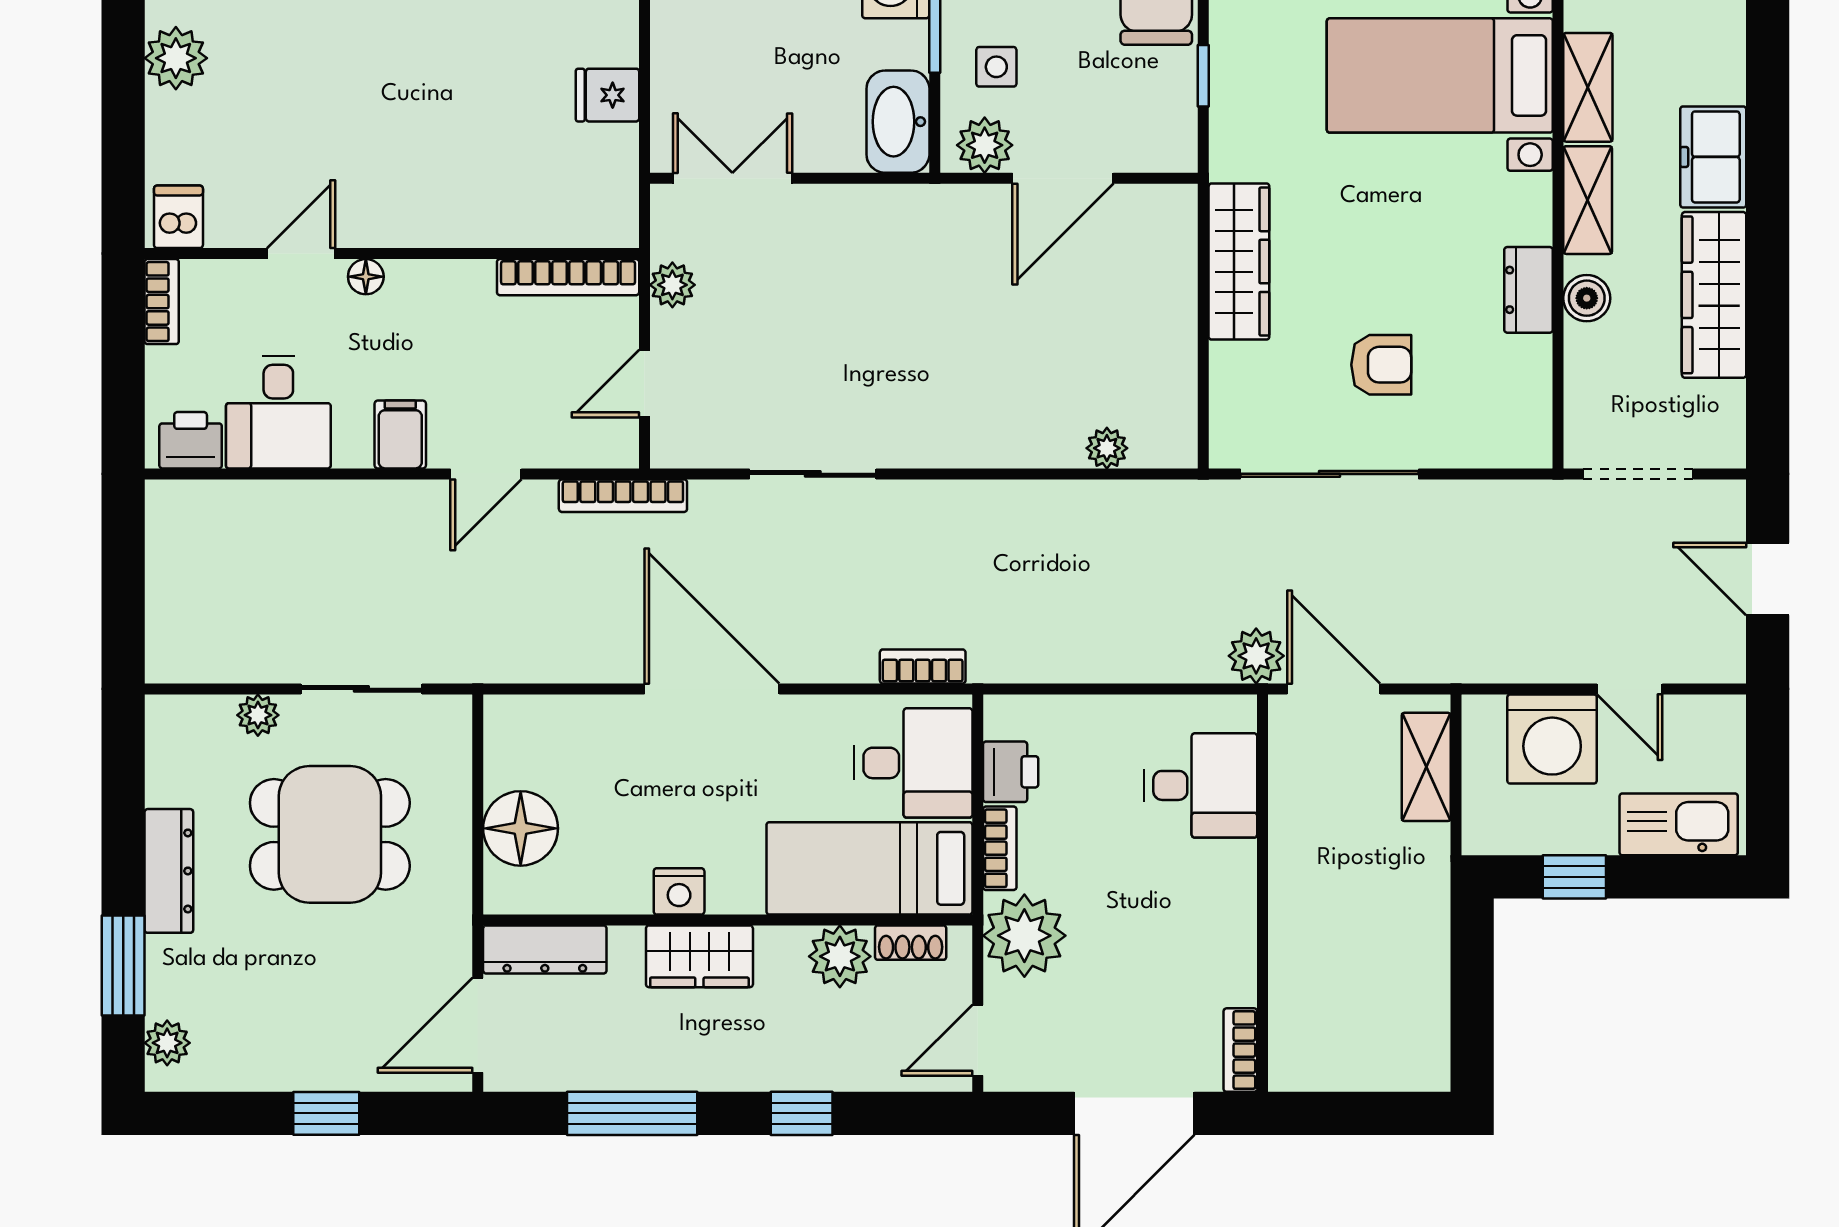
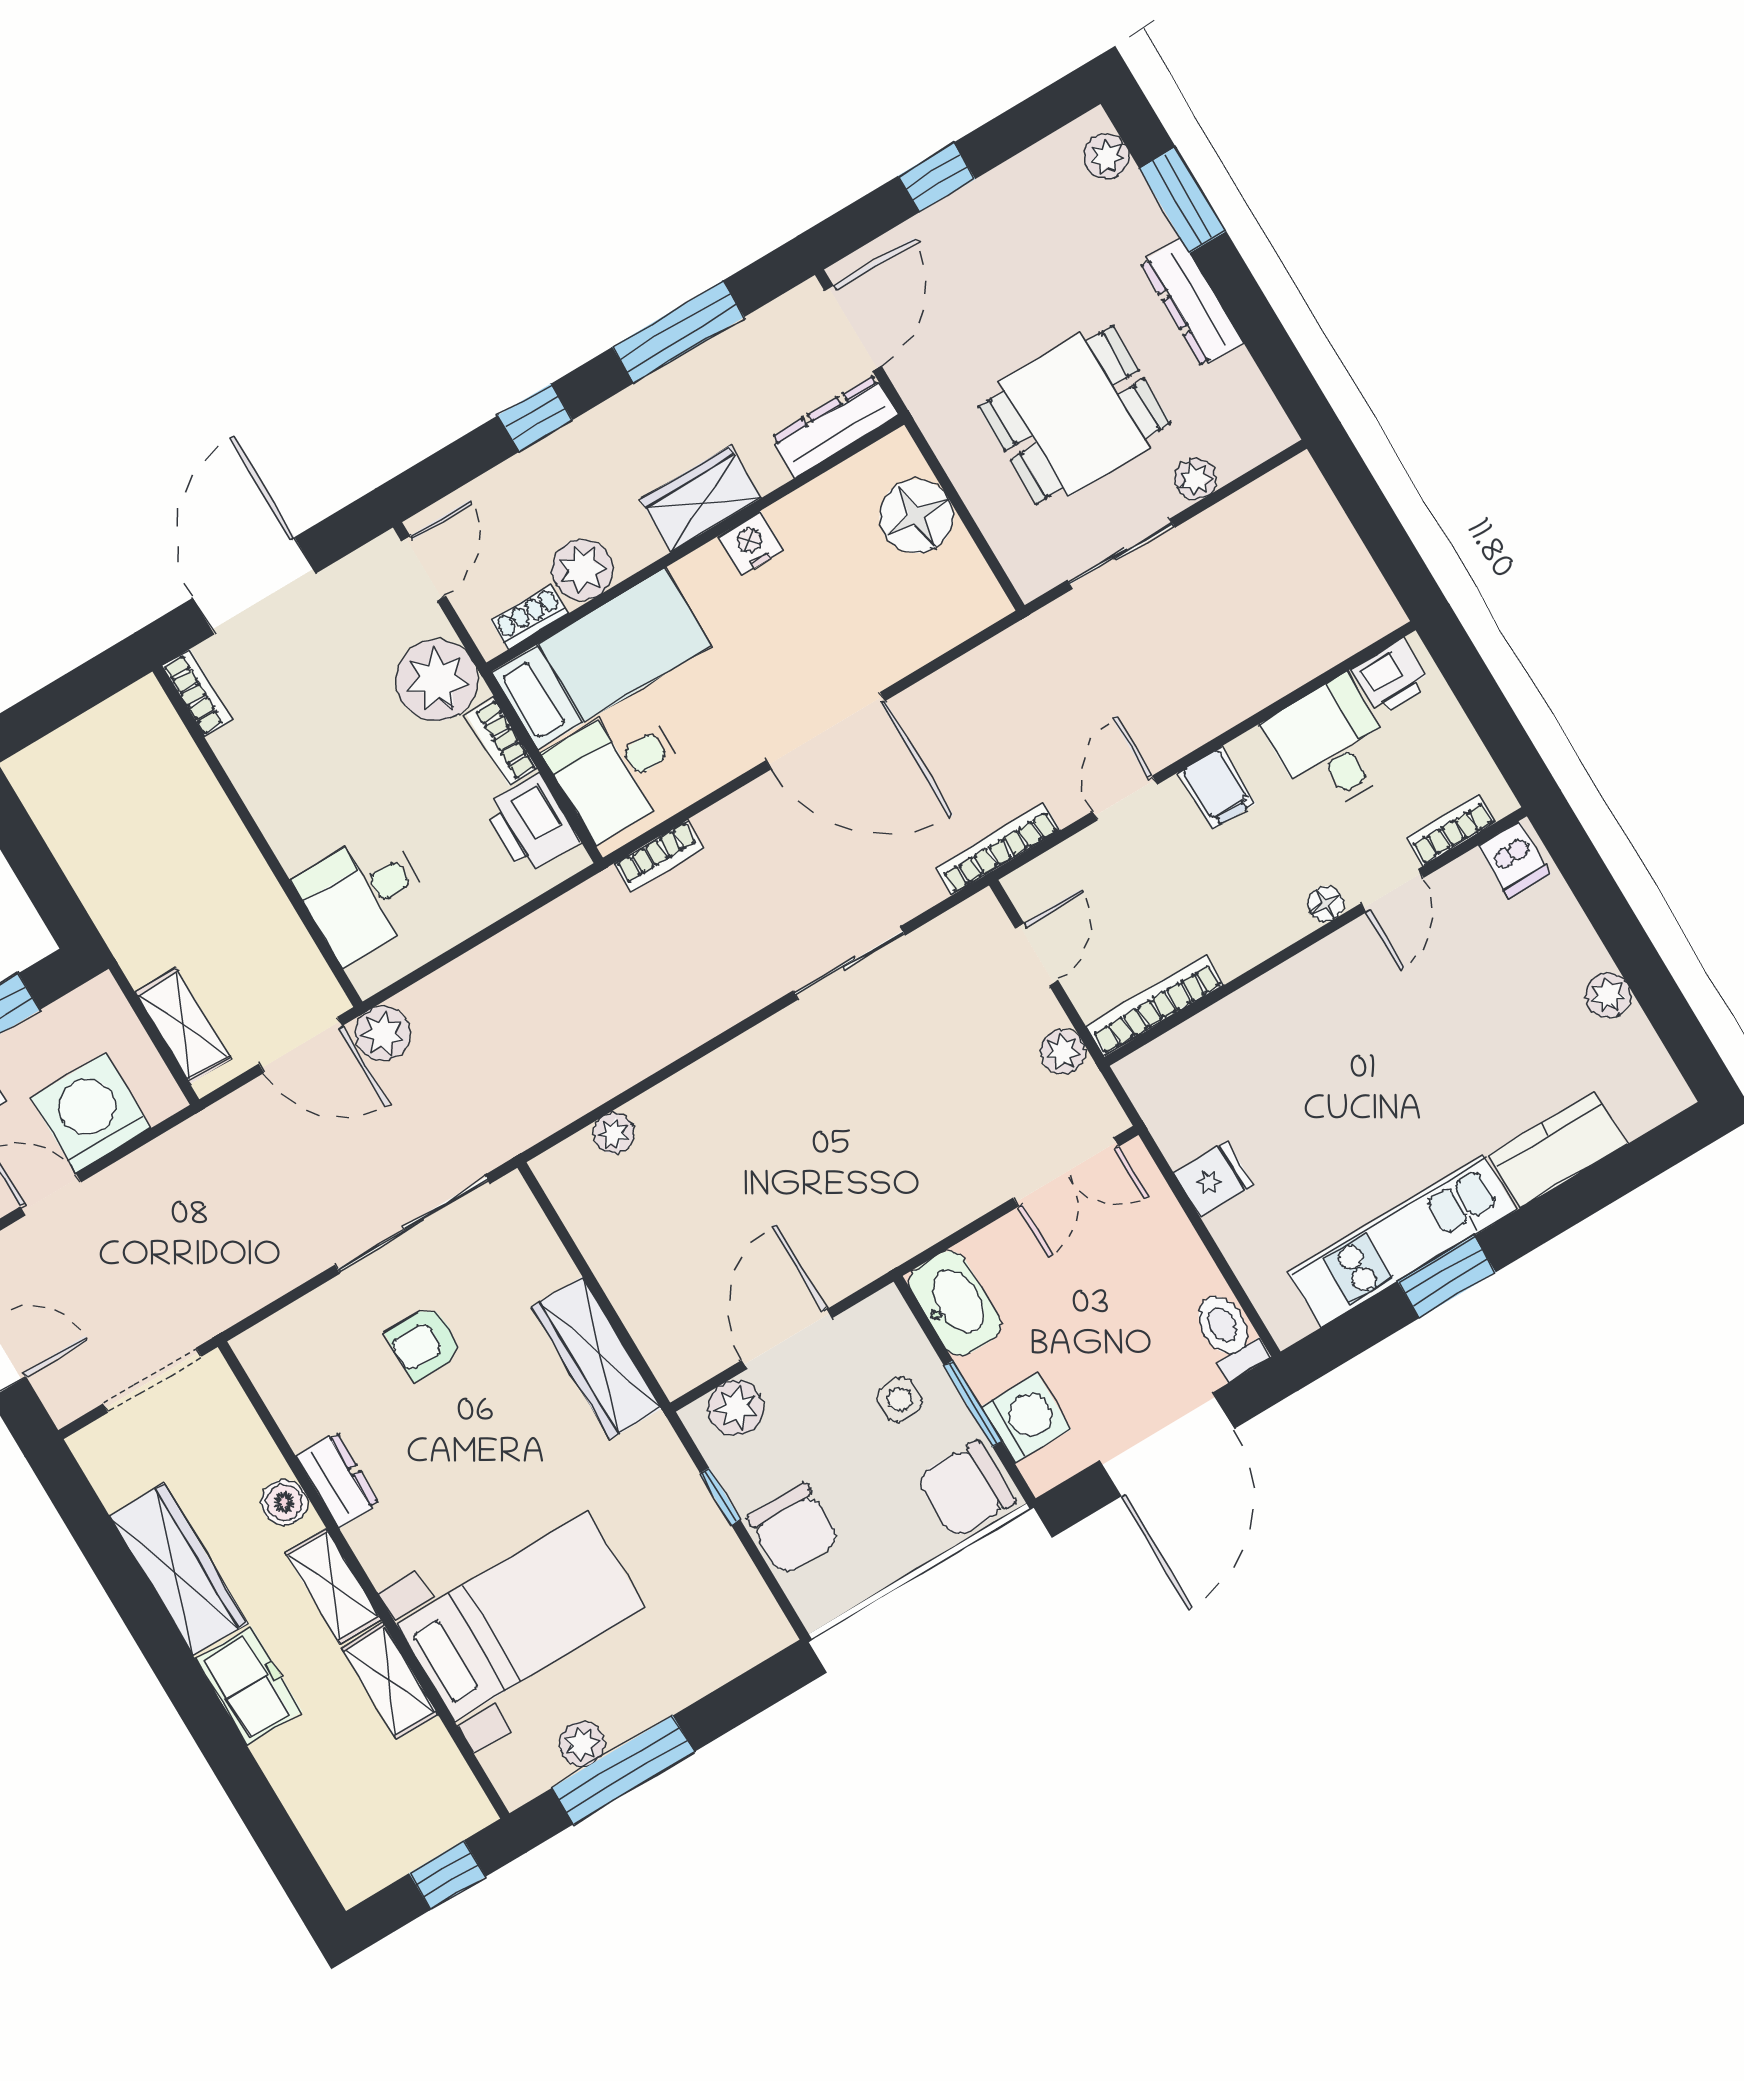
plant: (176, 58) -> (1608, 995), width x0.73, depth x0.73
plant: (985, 145) -> (736, 1408), moved
bookcase: (162, 302) -> (1451, 830), moved, turned 90
printer: (1011, 772) -> (531, 824), width x1.36, depth x1.24

